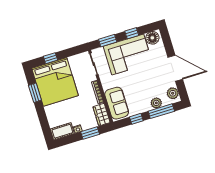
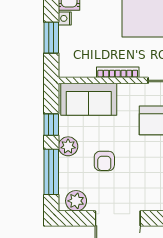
armchair: (147, 85) -> (104, 161), added
plant: (156, 103) -> (68, 146), moved
wardrobe: (102, 115) -> (77, 67), removed

